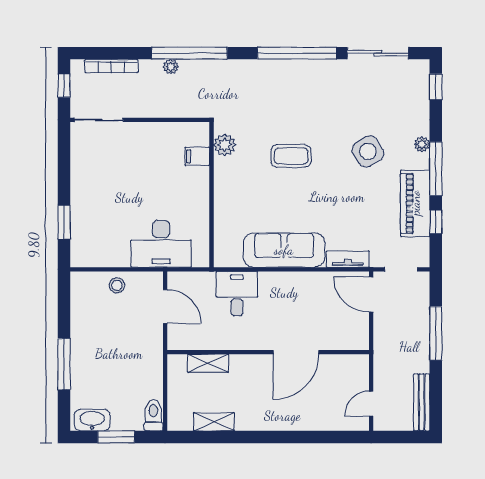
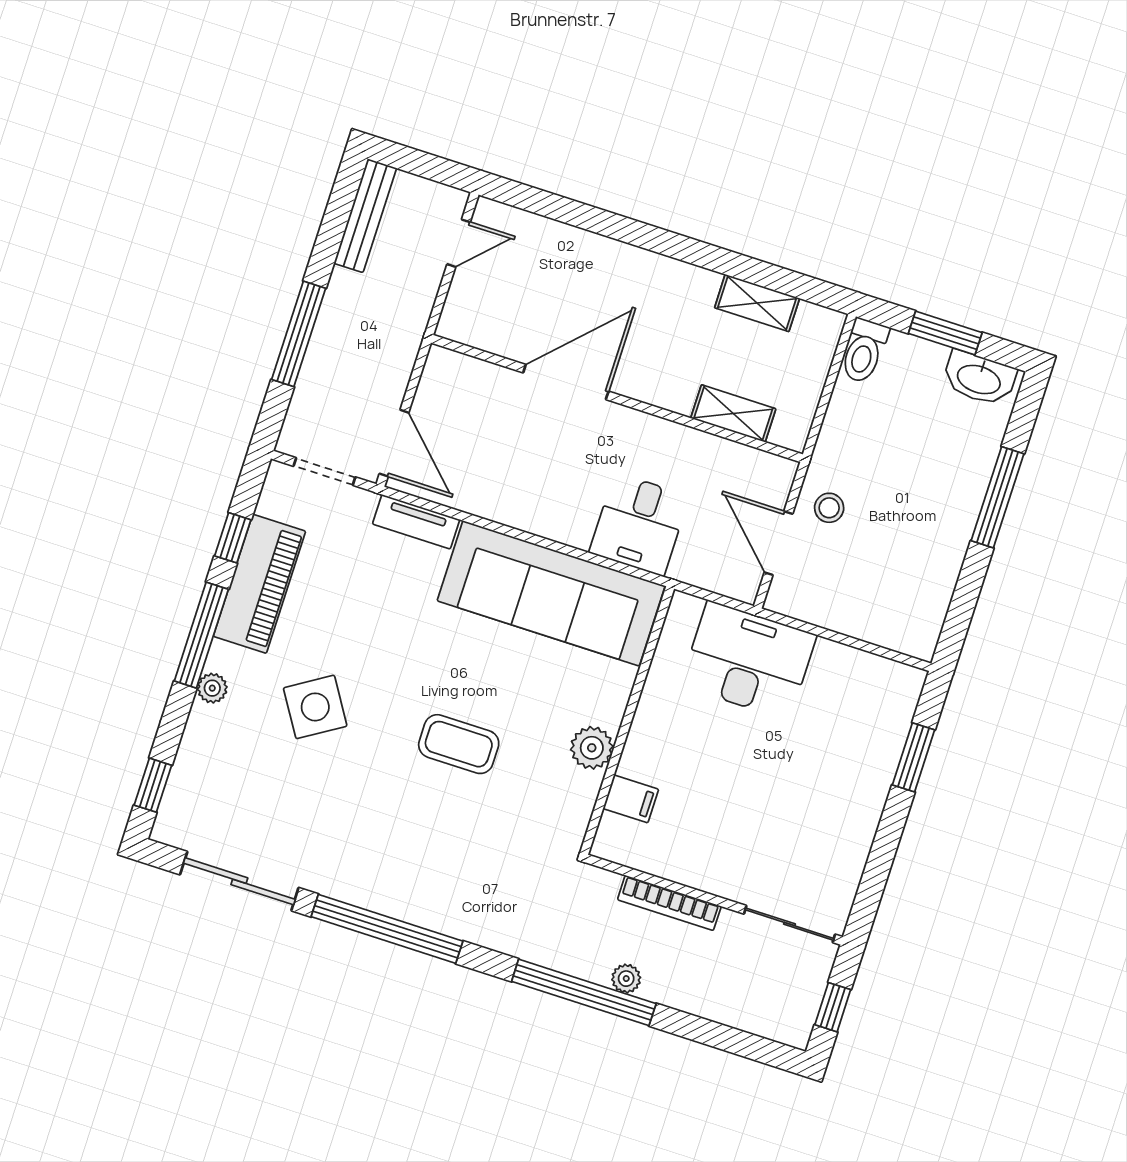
bookcase: (111, 66) -> (669, 903), moved, turned 180
plant: (225, 145) -> (592, 748), moved
sofa: (284, 250) -> (551, 593), width x1.36, depth x1.27
stool: (117, 285) -> (829, 508), moved

